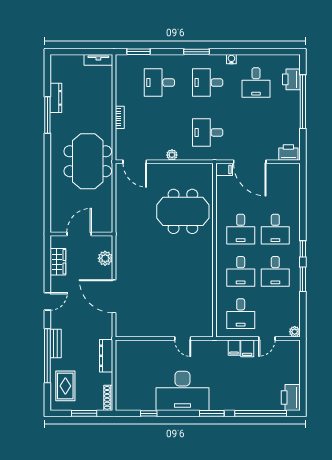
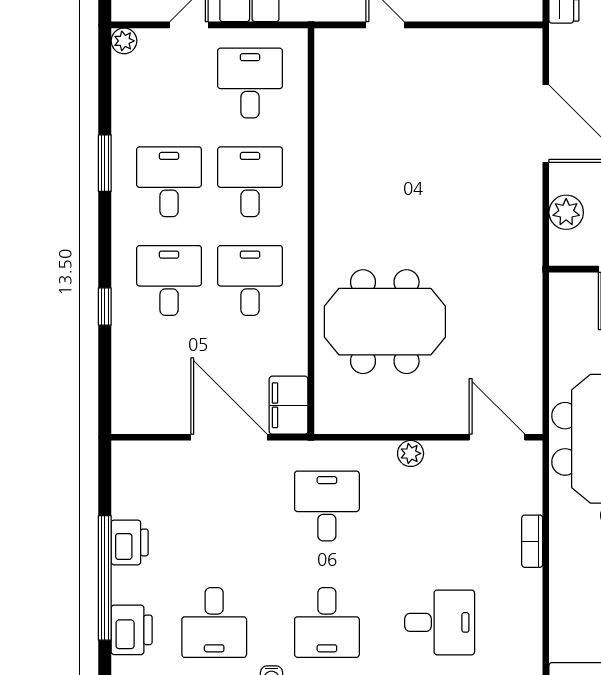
desk: (208, 83) -> (327, 622), turned 90
desk: (256, 83) -> (214, 622), turned 180
desk: (208, 132) -> (327, 506), turned -90
printer: (288, 153) -> (130, 542), moved, turned -90
filing cabinet: (224, 169) -> (289, 405), width x2.00
window: (303, 249) -> (105, 307), moved

